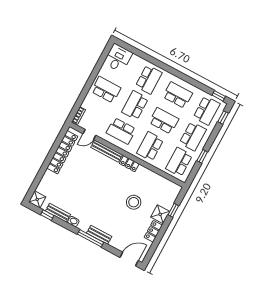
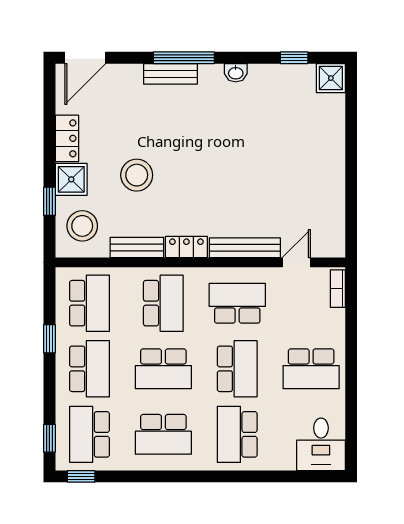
school desk: (193, 136) -> (90, 369), turned 180
locker: (62, 152) -> (331, 198), removed
stool: (166, 194) -> (82, 226), added
bench: (58, 213) -> (137, 248), moved

